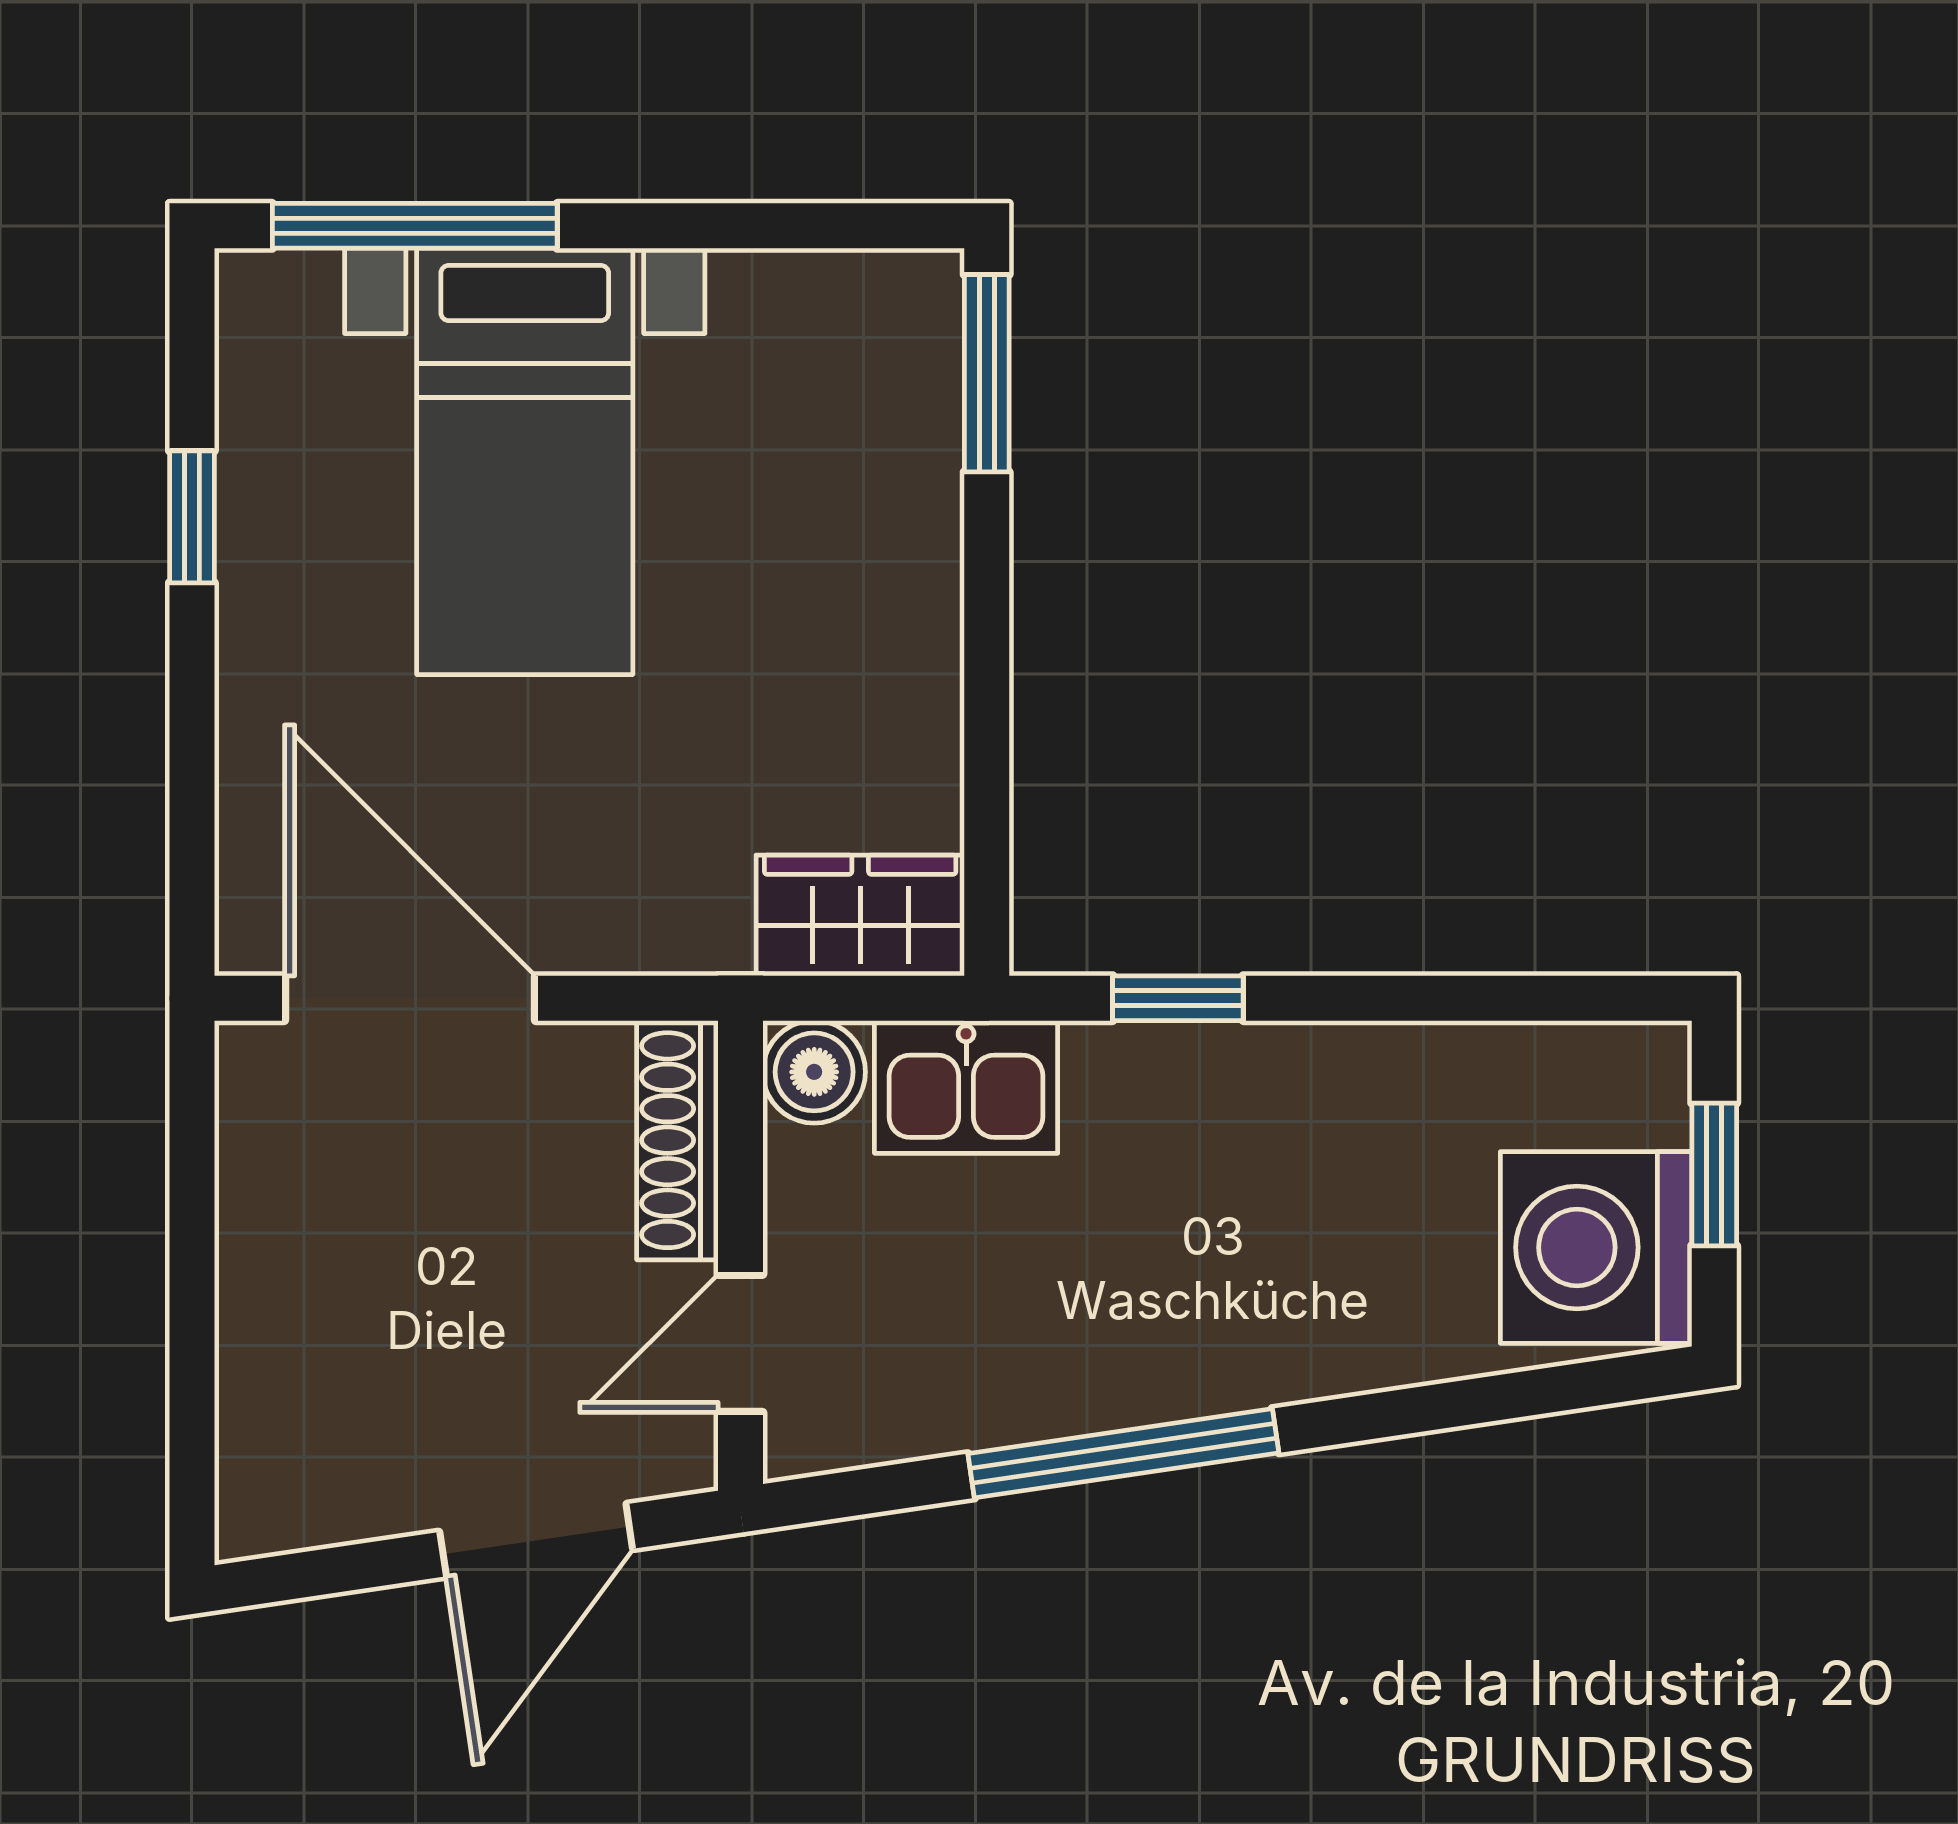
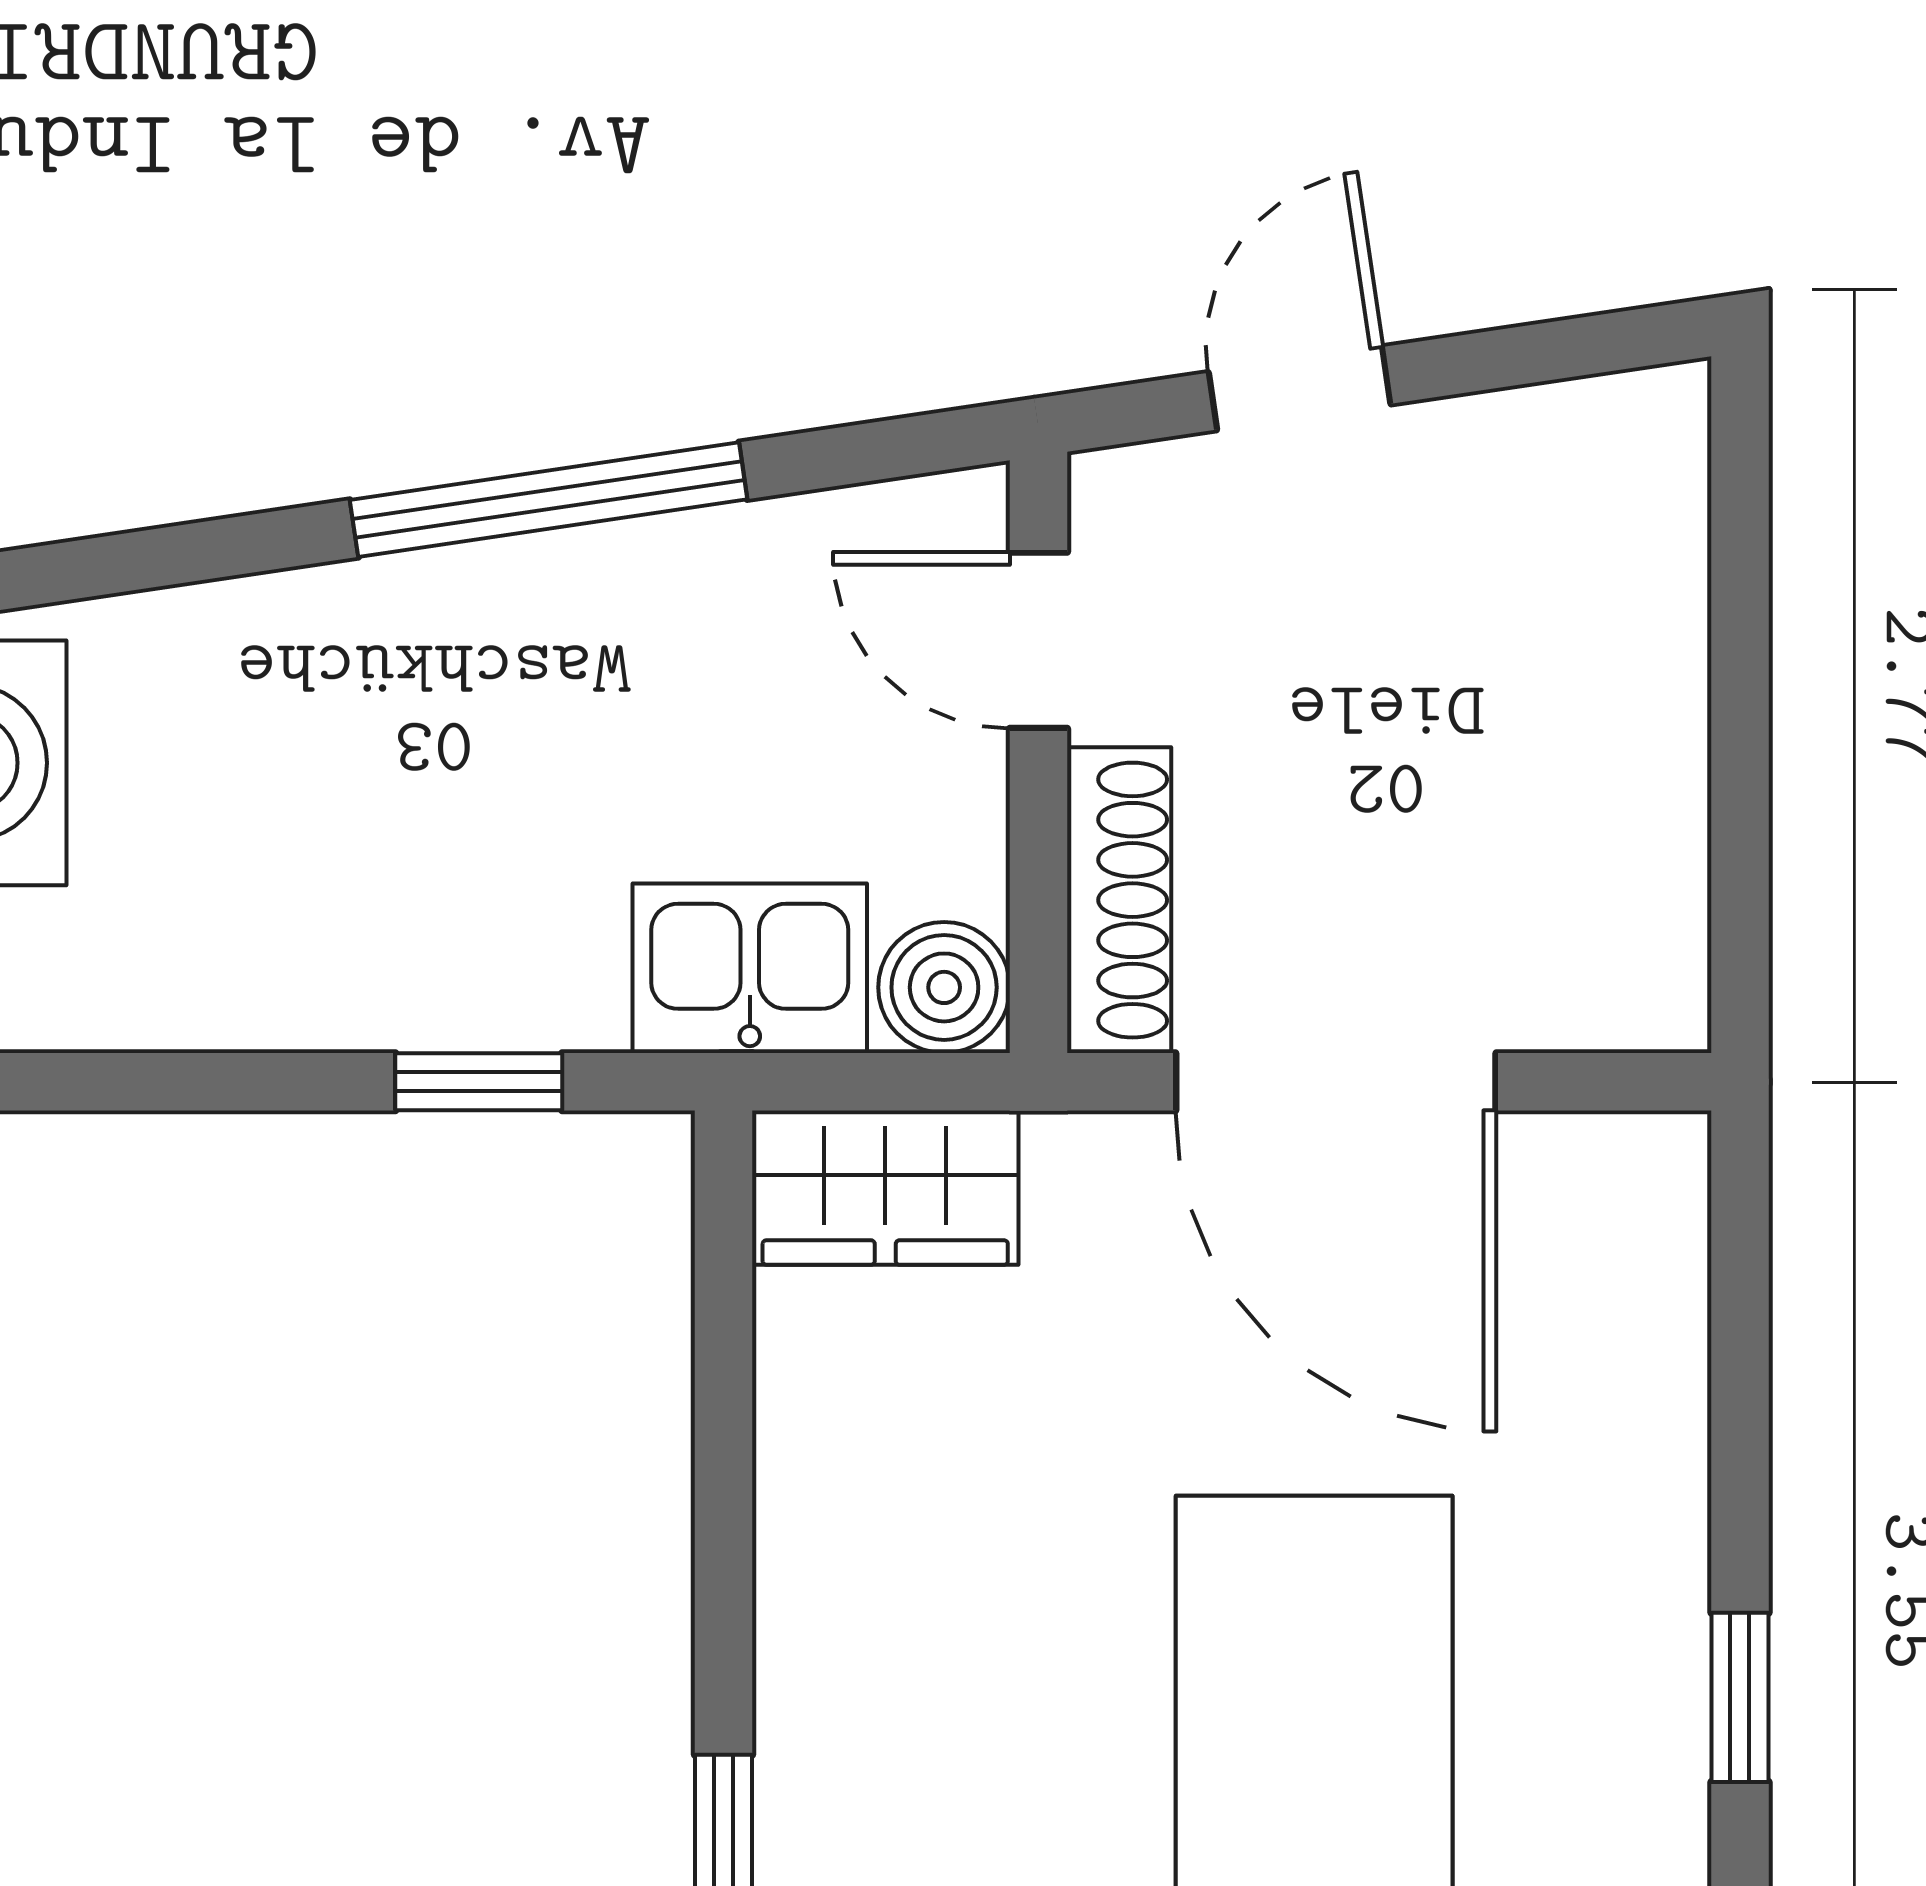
door: (410, 998) -> (1336, 1082), moved
door: (740, 1343) -> (1038, 640), swing flipped
door: (536, 1540) -> (1300, 388), width x0.73

